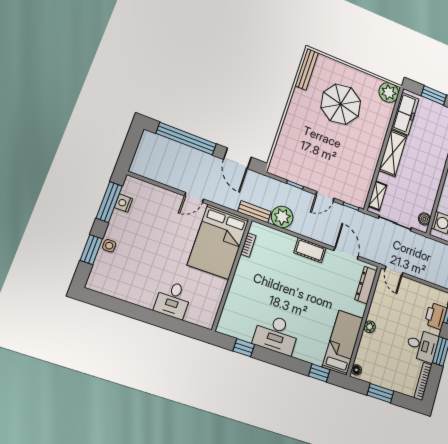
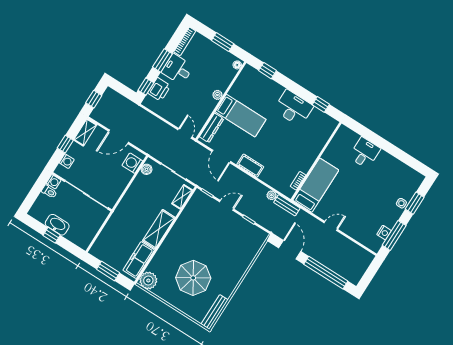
plant: (282, 217) -> (271, 195), width x0.53, depth x0.53
bed: (218, 242) -> (316, 185), width x0.67
bed: (343, 343) -> (241, 116), moved, turned -90

